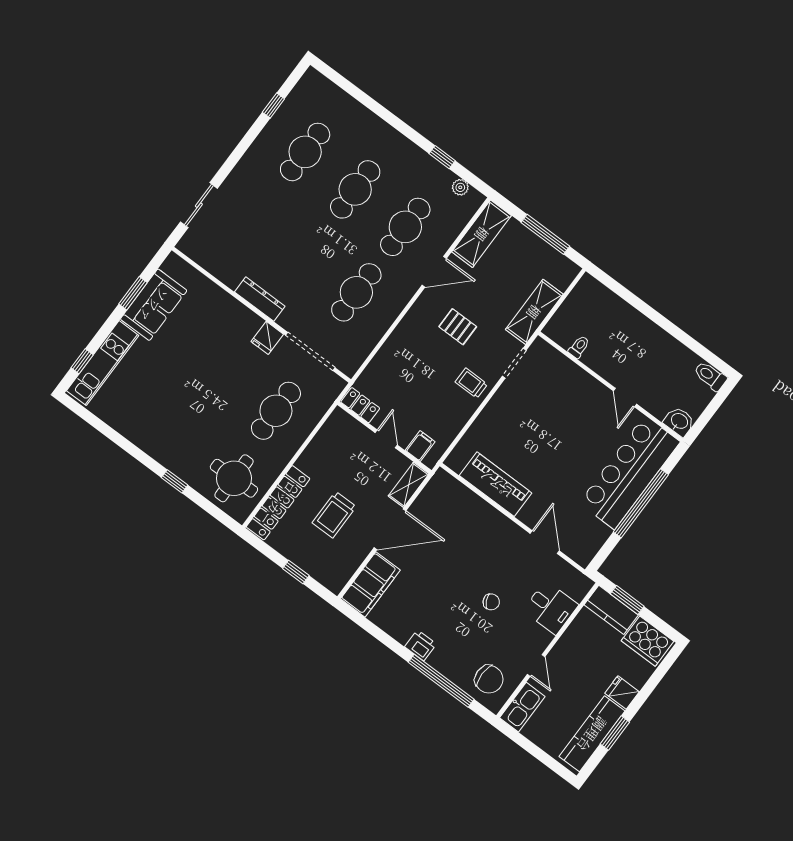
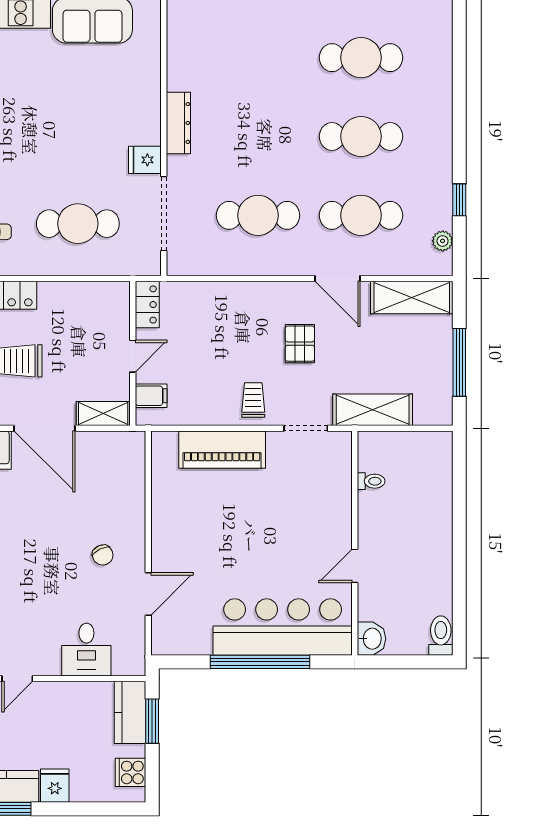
piano: (496, 484) -> (222, 450), moved, turned 90
chair: (491, 602) -> (103, 555), moved
cooker: (647, 641) -> (131, 772), width x0.53, depth x0.76

